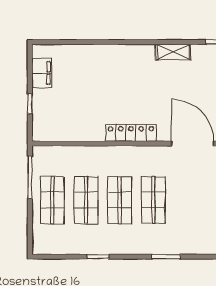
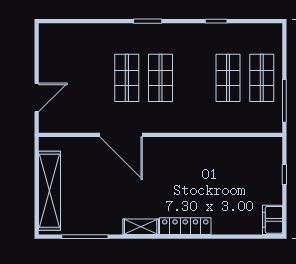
filing cabinet: (42, 73) -> (273, 220), moved
locker: (131, 133) -> (185, 226), moved, turned 180
shop shelf: (120, 200) -> (127, 78), moved

